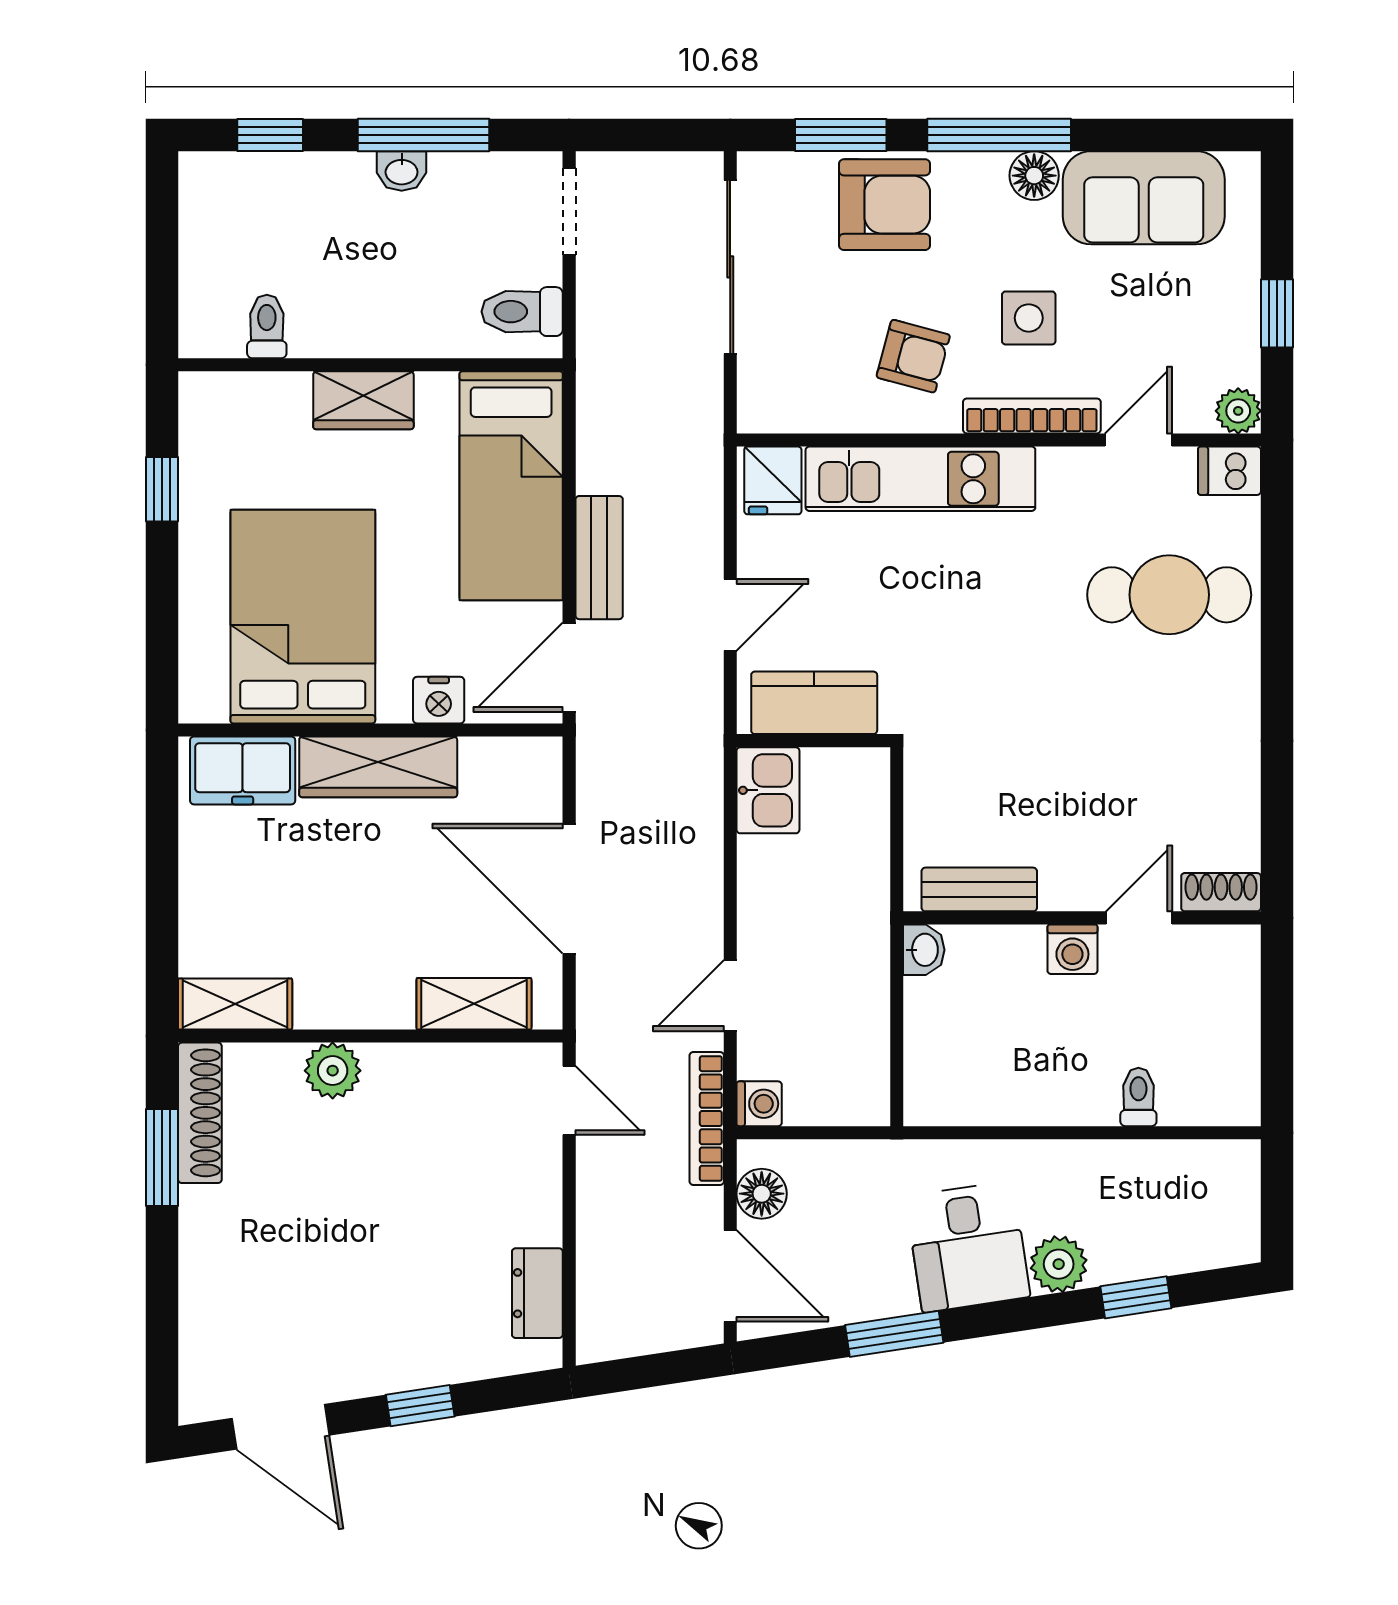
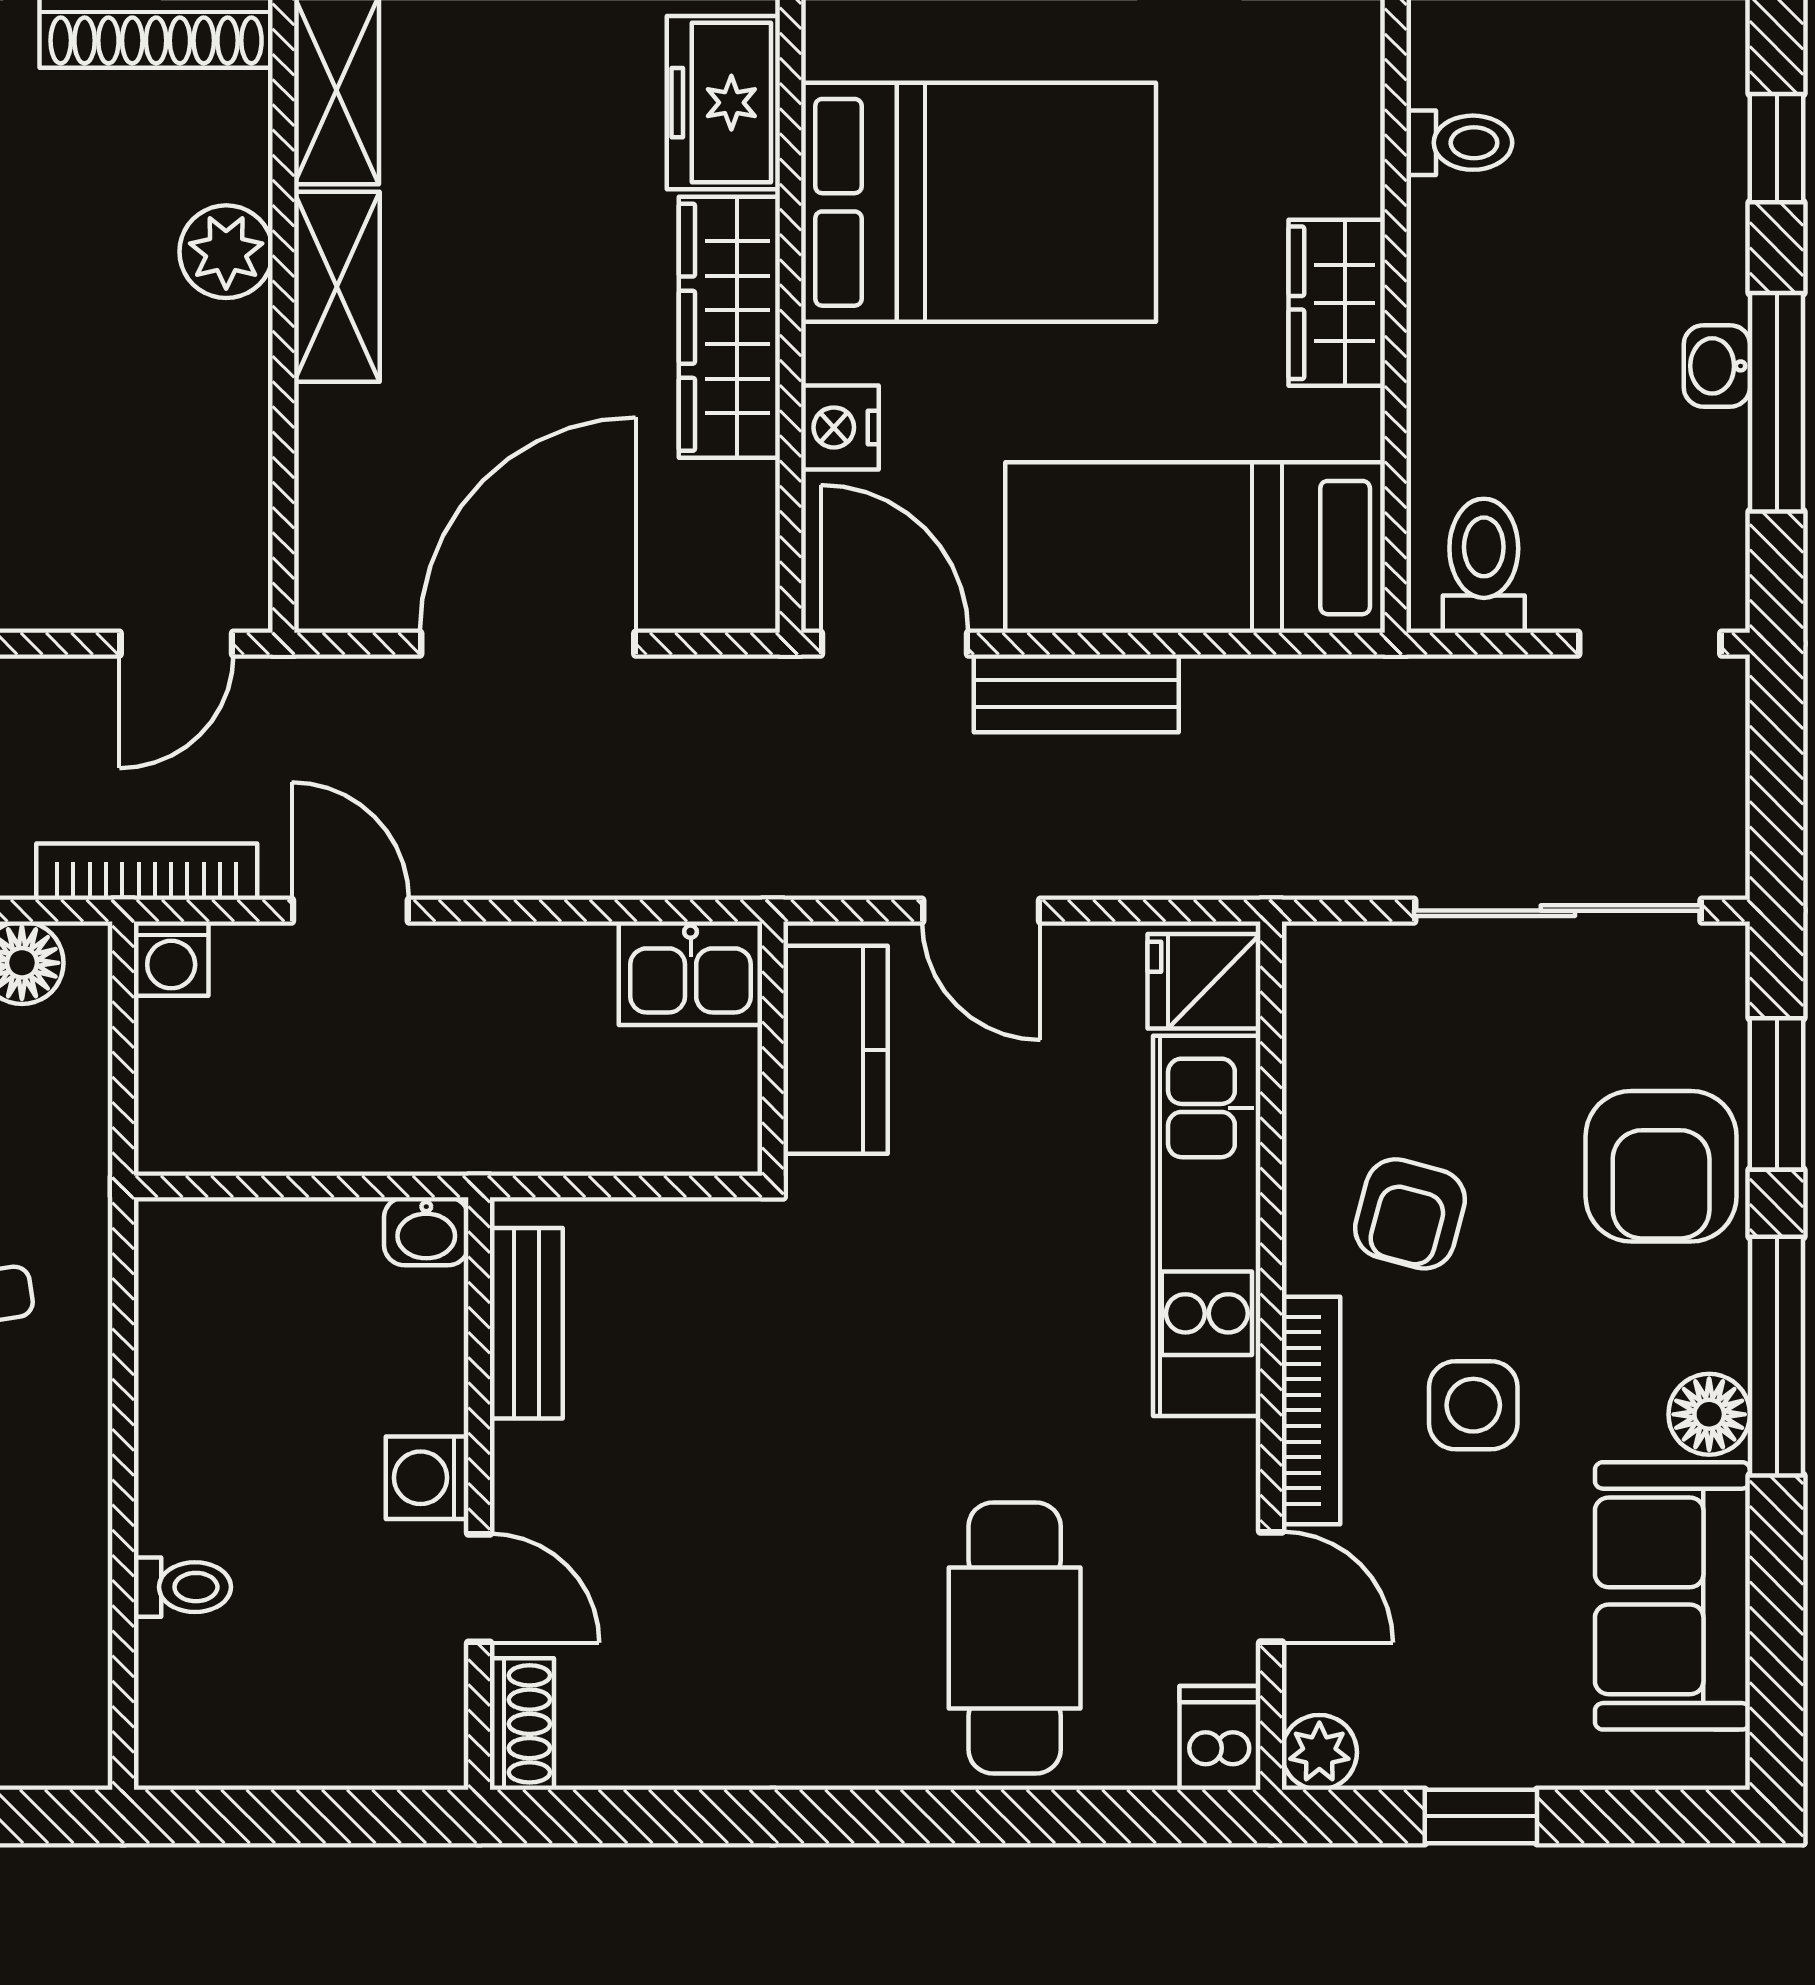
shelving: (474, 1004) -> (337, 287), moved

